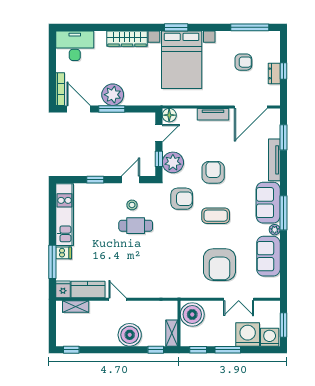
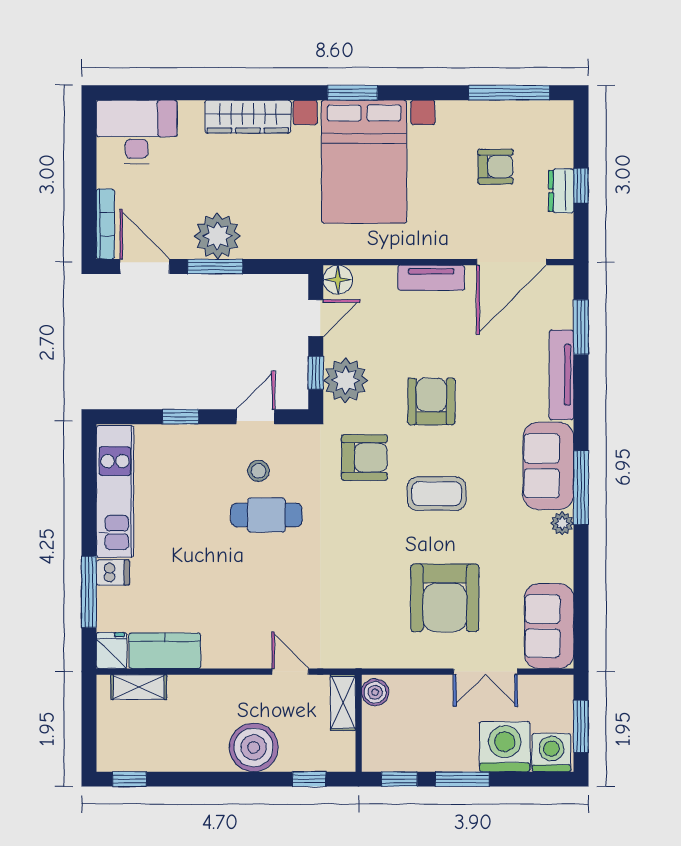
sofa: (268, 256) -> (549, 626), moved
door: (118, 299) -> (290, 672), moved
boiler: (192, 314) -> (375, 692), width x0.54, depth x0.54
shelving: (172, 333) -> (343, 703), moved

